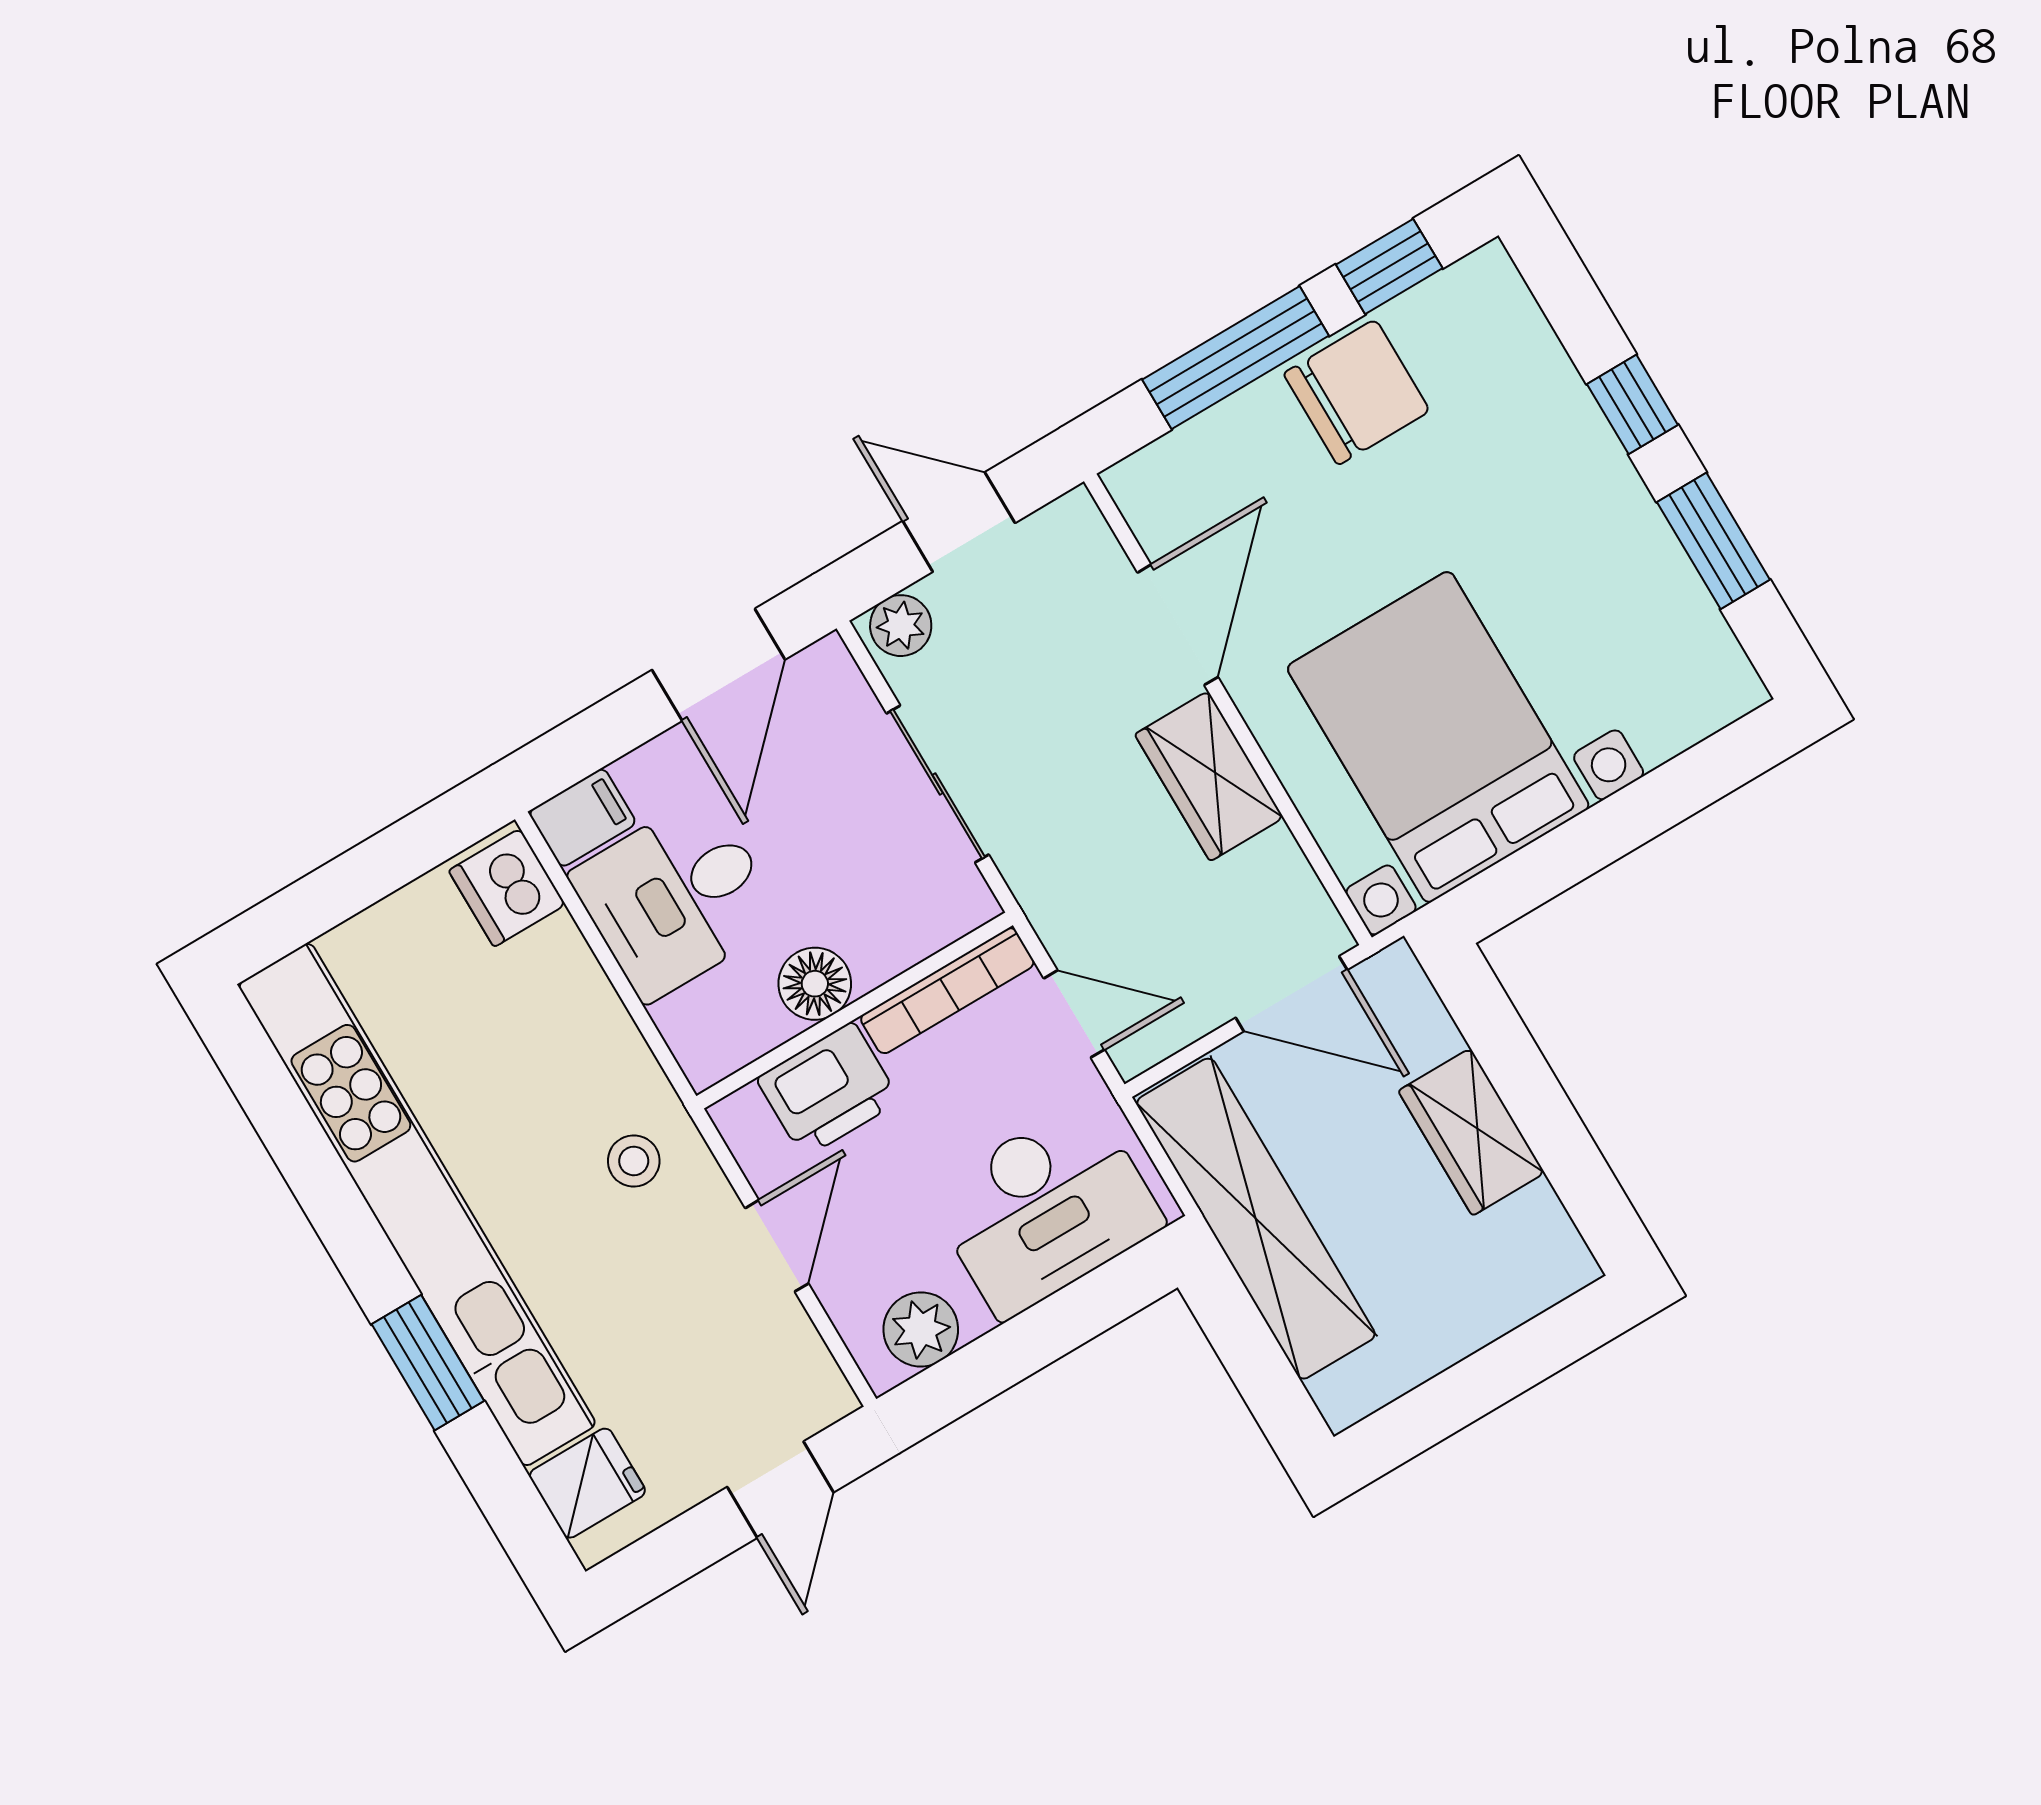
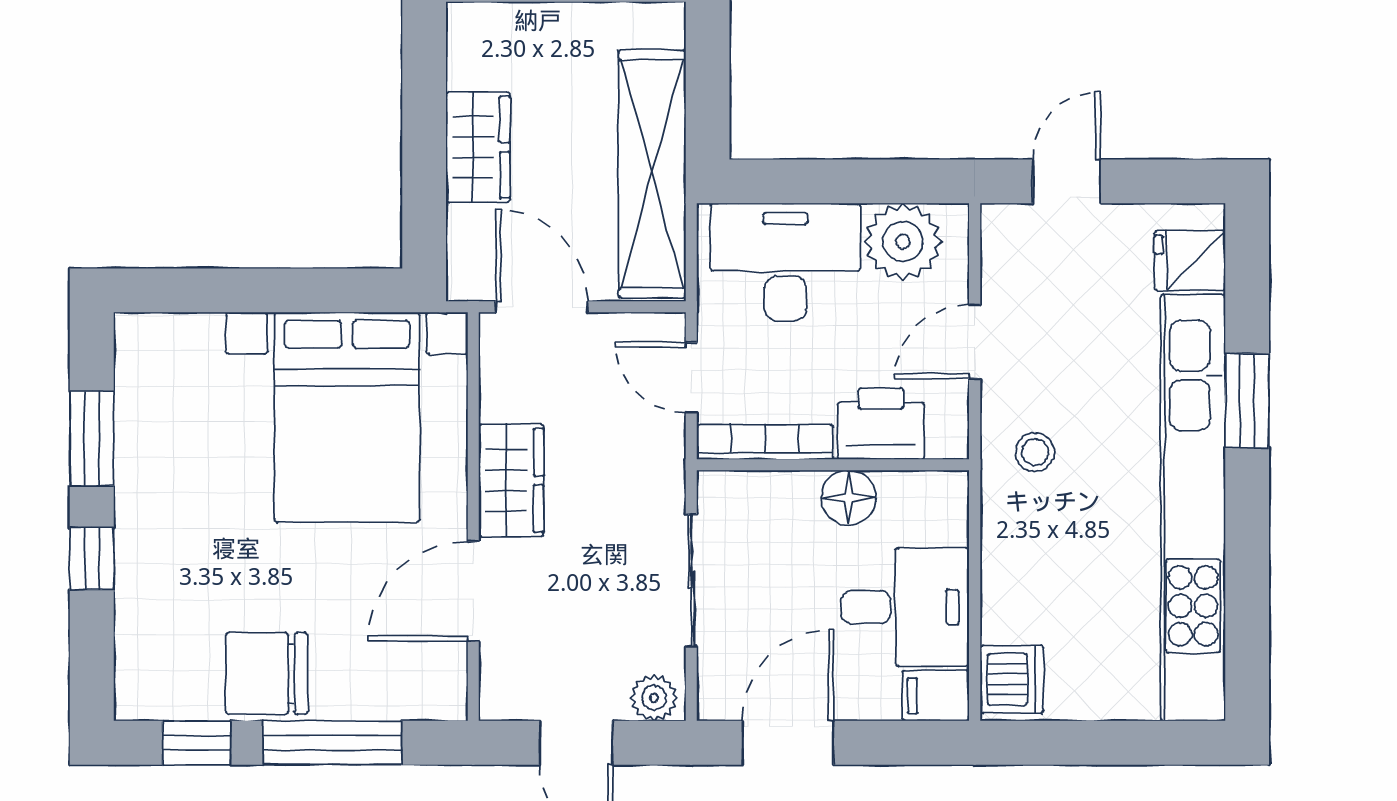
plant: (921, 1329) -> (903, 242), width x1.36, depth x1.36

